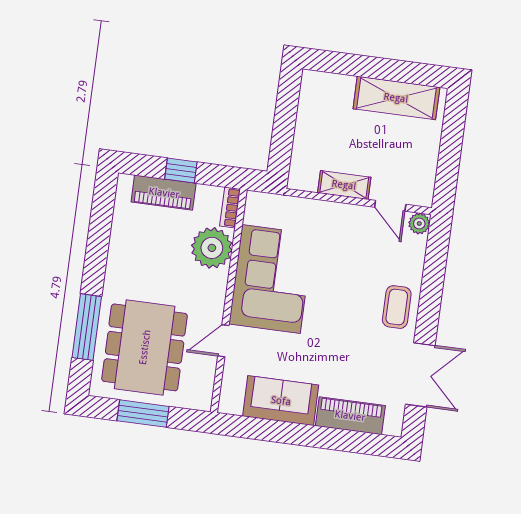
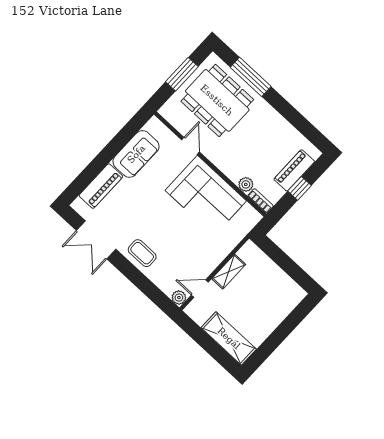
shelving: (396, 98) -> (229, 338), moved, turned 90
plant: (212, 248) -> (246, 184), width x0.53, depth x0.53

